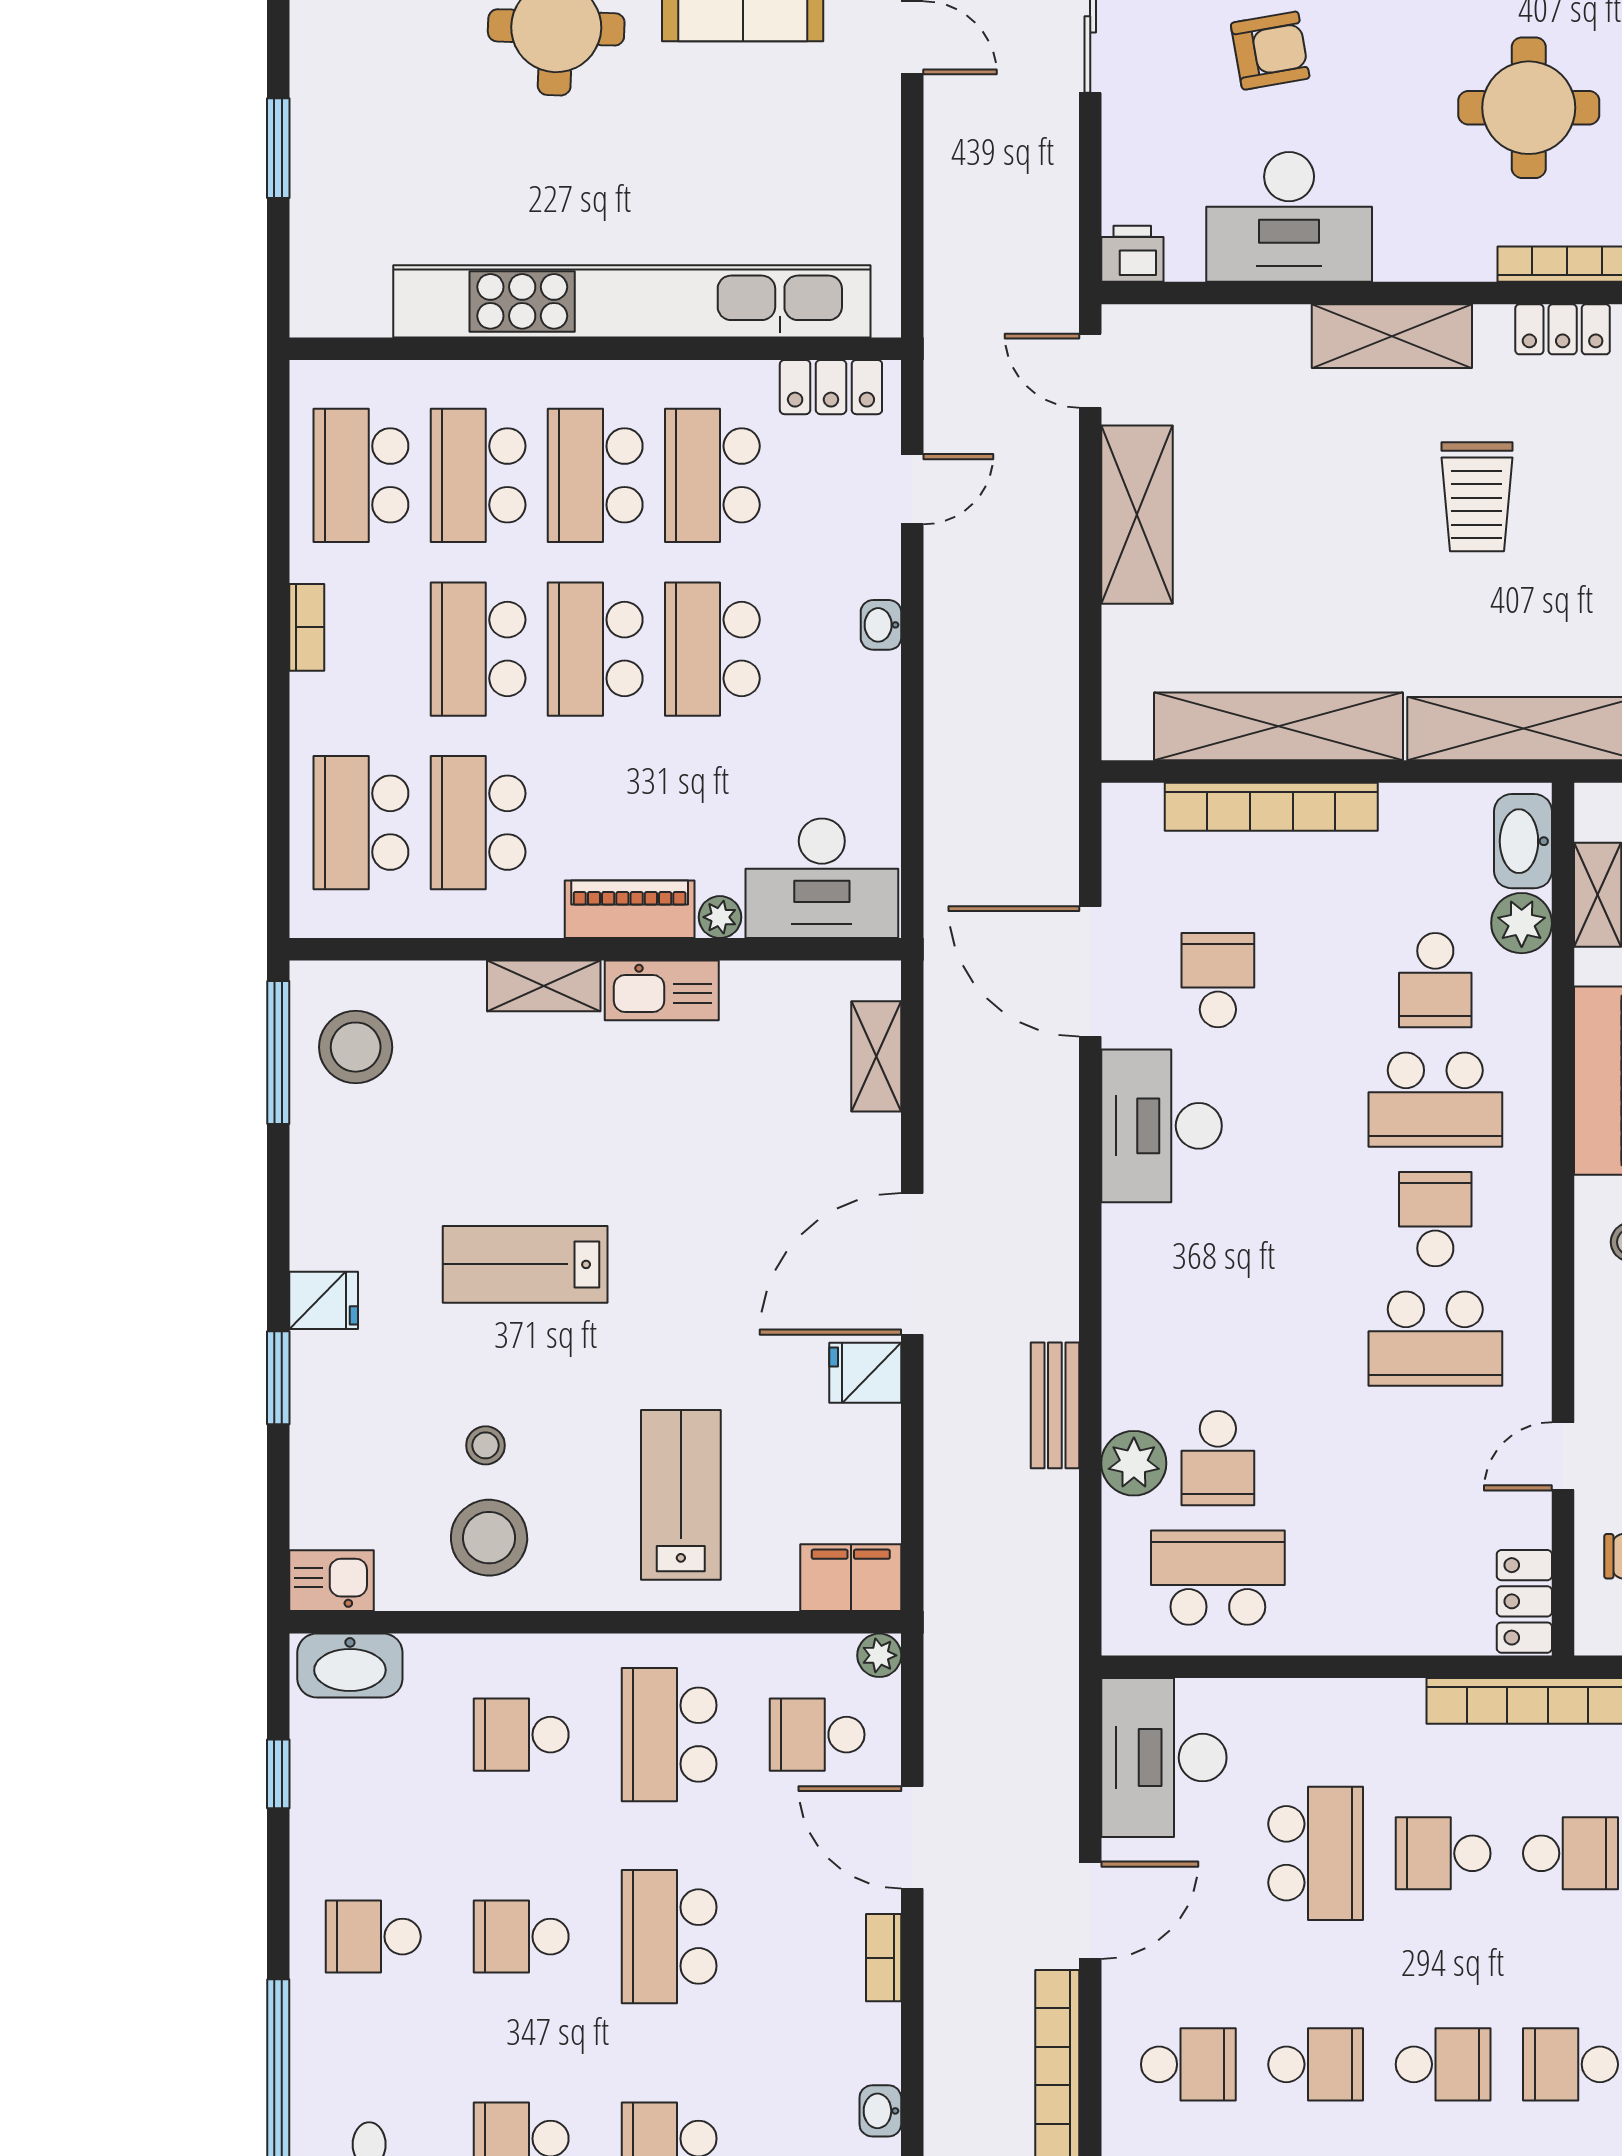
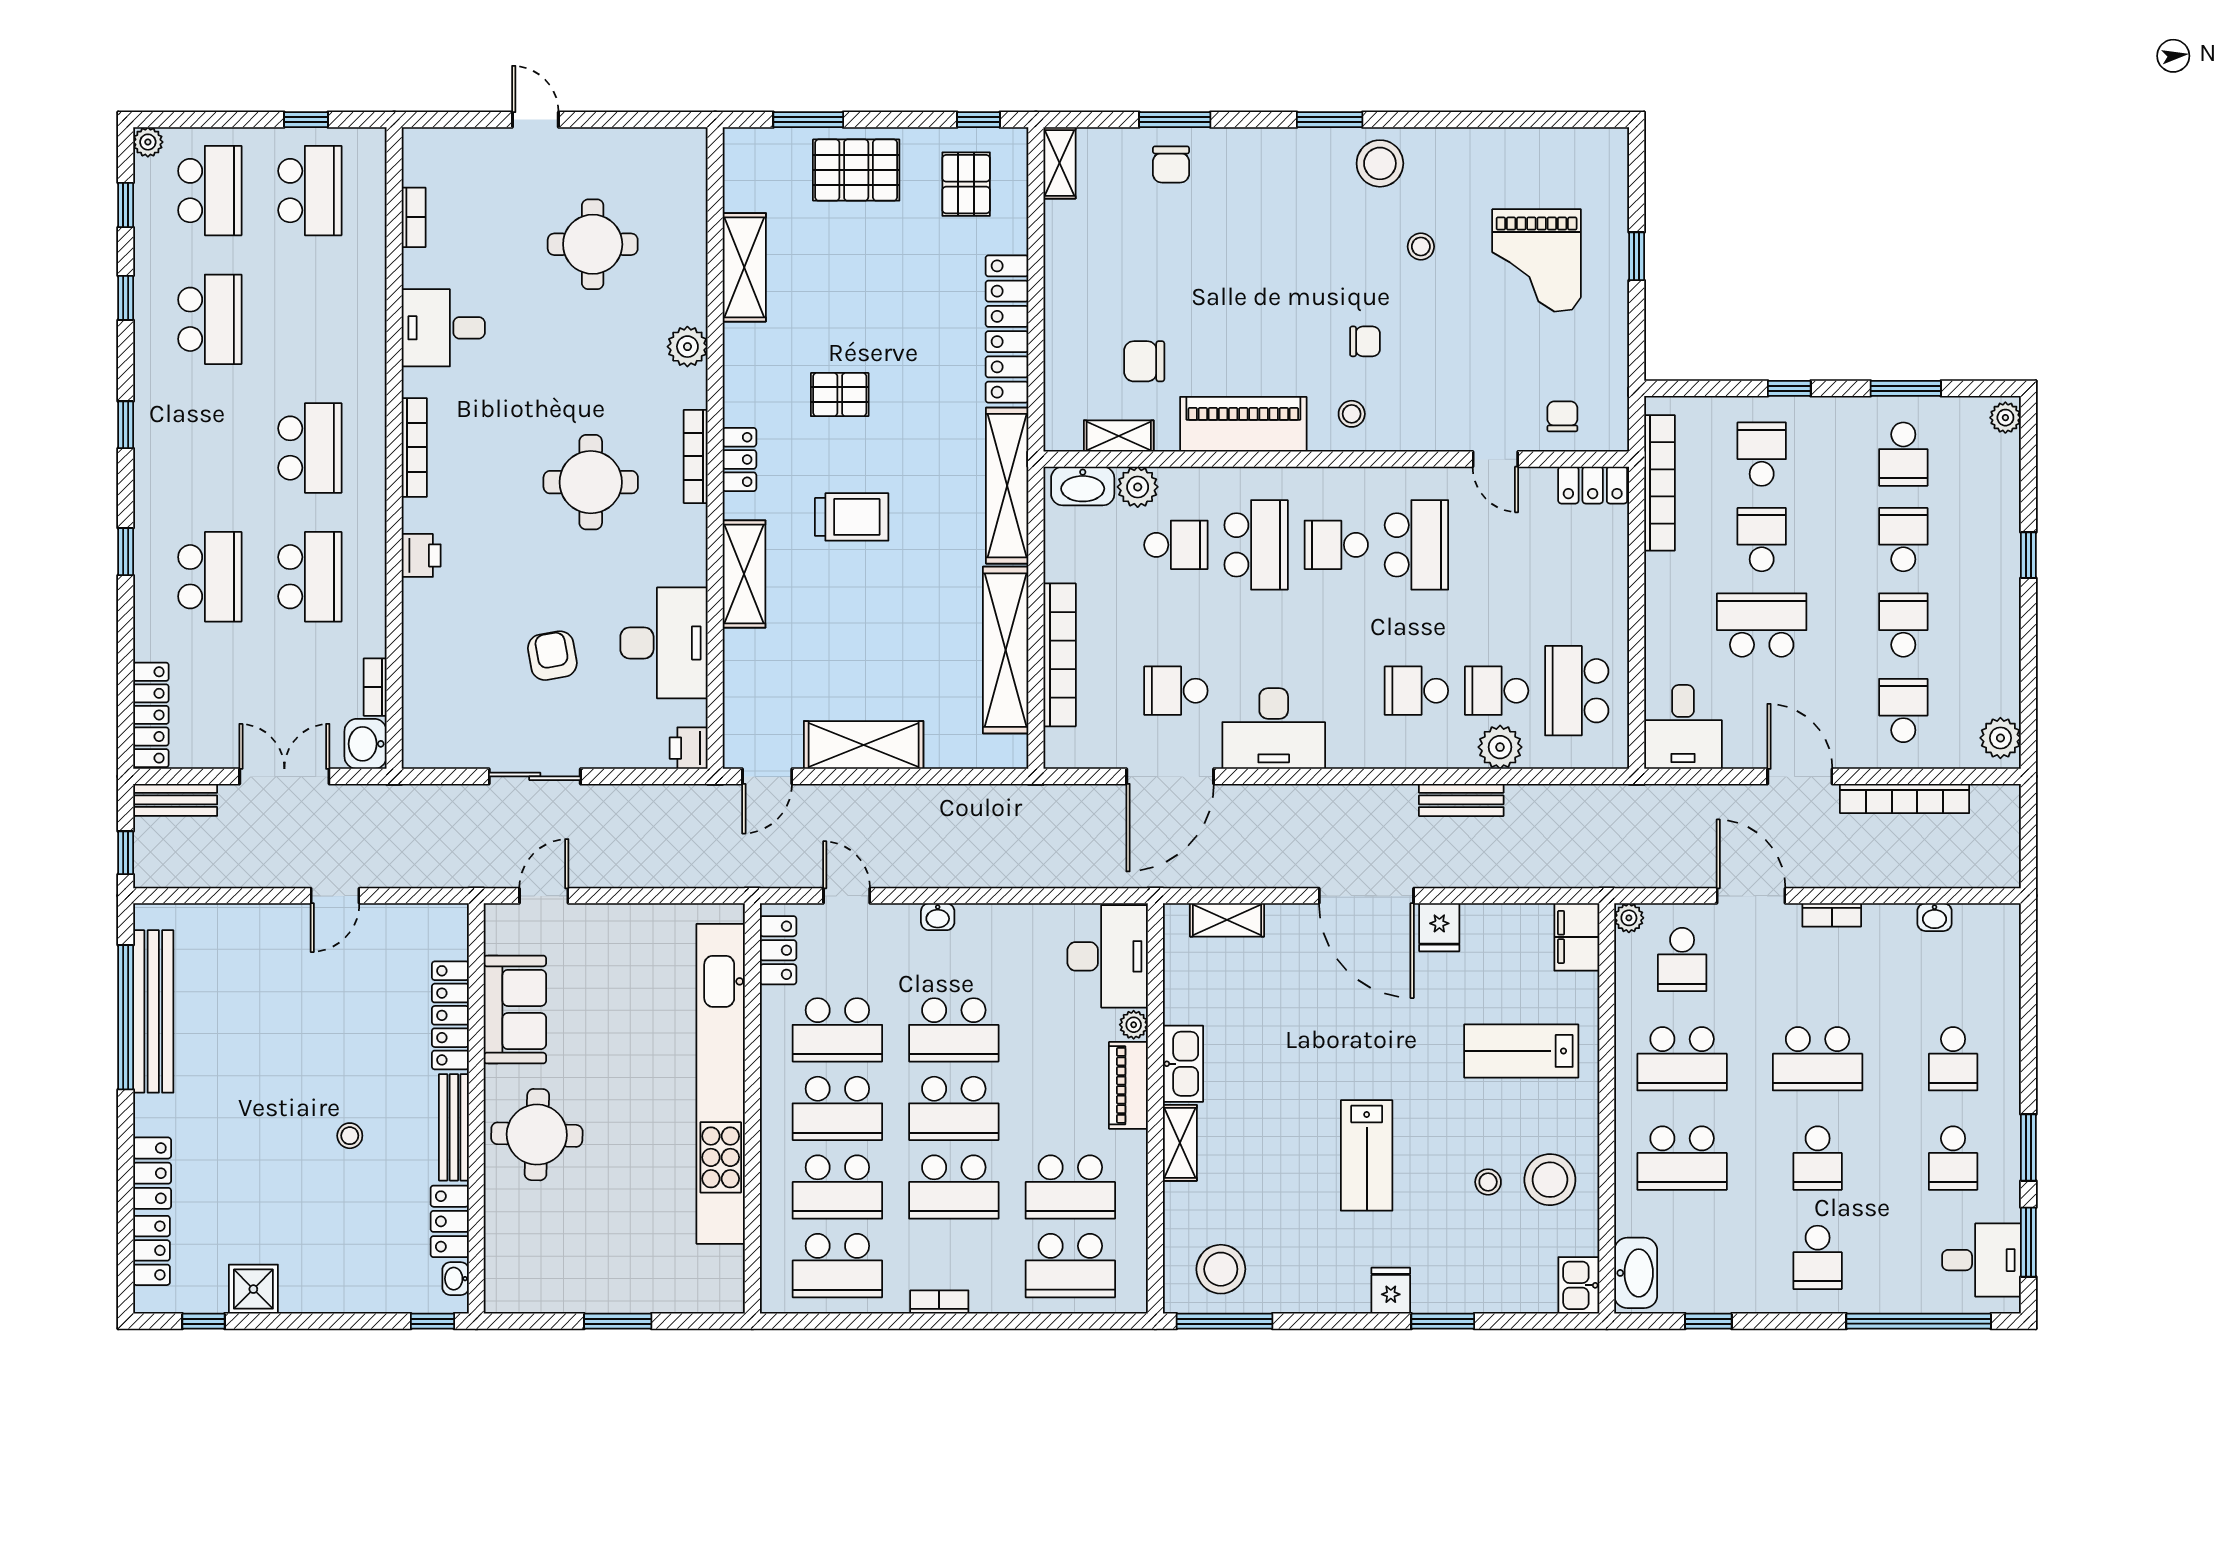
school desk: (1218, 1339) -> (1416, 691), added
school desk: (1218, 1458) -> (1497, 691), turned 180
school desk: (521, 1735) -> (1682, 1158), width x1.85
desk: (1164, 1758) -> (1683, 727), width x0.73
door: (912, 1837) -> (1751, 896), swing flipped
school desk: (1443, 1853) -> (1762, 540), turned 180

